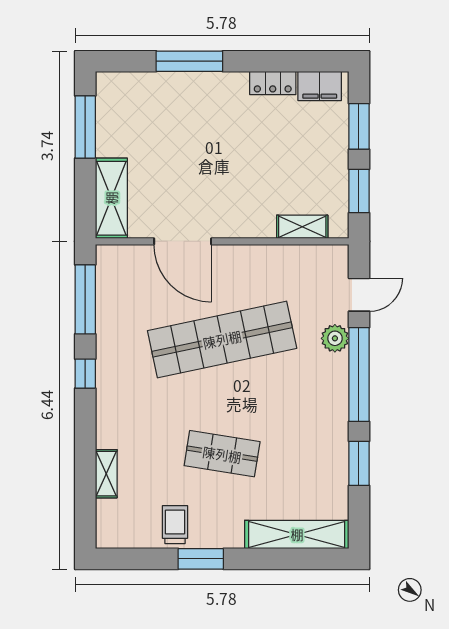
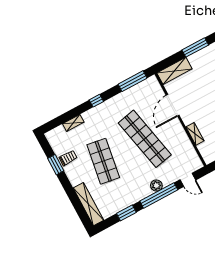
shelving: (302, 227) -> (195, 134), moved
plant: (335, 338) -> (156, 186), moved
window: (85, 374) -> (96, 101), moved
shop shelf: (222, 454) -> (103, 161), width x1.43, depth x1.36
window: (201, 559) -> (56, 165), moved

